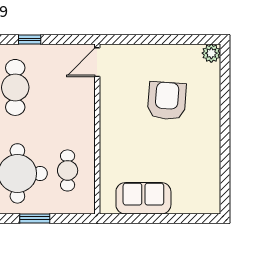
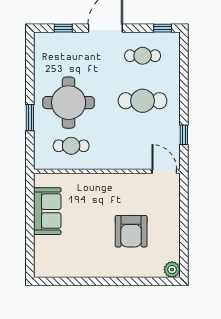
window: (30, 39) -> (184, 135), moved
armchair: (167, 101) -> (131, 231), turned 86

